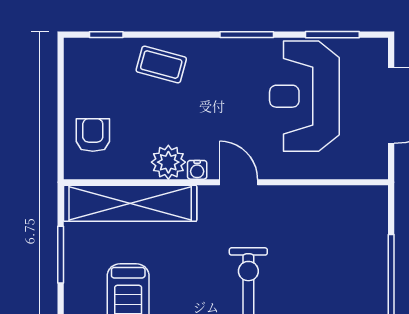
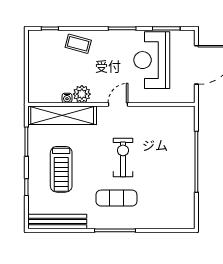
armchair: (93, 135) -> (43, 80), removed
water cooler: (197, 170) -> (67, 98), moved
door: (239, 182) -> (118, 104), hinge flipped

